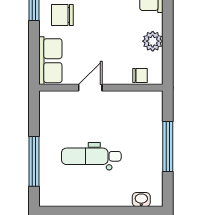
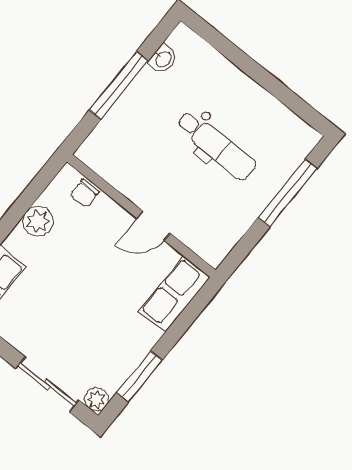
chair: (62, 15) -> (118, 336), removed
chair: (140, 76) -> (85, 193), turned -90
washbasin: (141, 200) -> (163, 59), moved, turned -90

